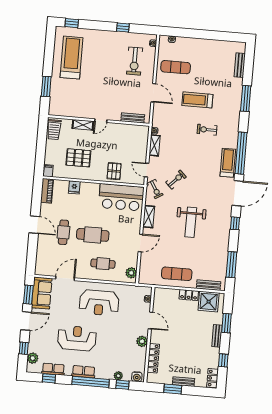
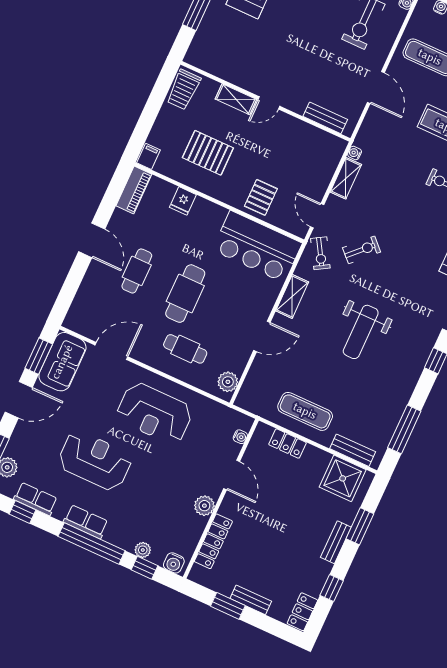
cafe table: (93, 235) -> (185, 294), turned 90
locker: (189, 295) -> (288, 444), moved

